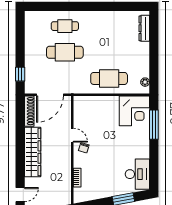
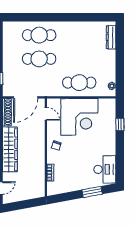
cafe table: (65, 26) -> (39, 35), width x1.37, depth x1.35
corner desk: (134, 111) -> (79, 117), moved, width x1.36, depth x1.36
window: (154, 125) -> (120, 125), width x0.46
door: (72, 135) -> (46, 114), moved

